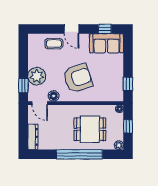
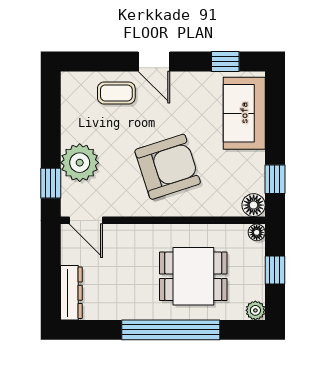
sofa: (107, 43) -> (244, 113), moved, turned 90
floor lamp: (54, 96) -> (254, 205), moved

